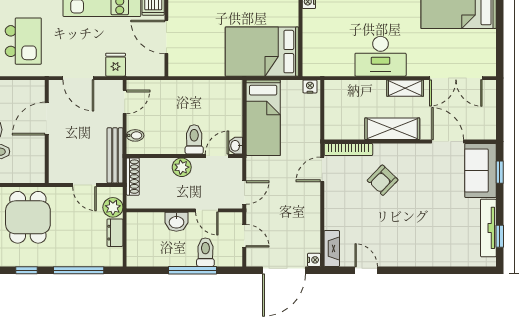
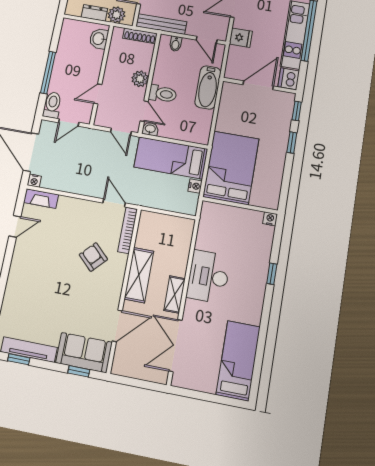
nightstand: (310, 86) -> (195, 186), moved
bathtub: (178, 91) -> (208, 87), added
door: (244, 193) -> (121, 132), moved
washbasin: (176, 222) -> (99, 39), moved
toilet: (205, 252) -> (52, 105), moved, turned -90

